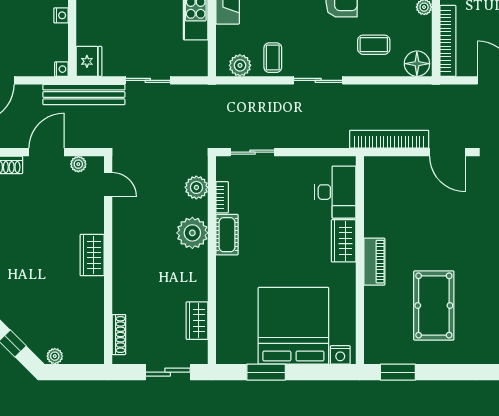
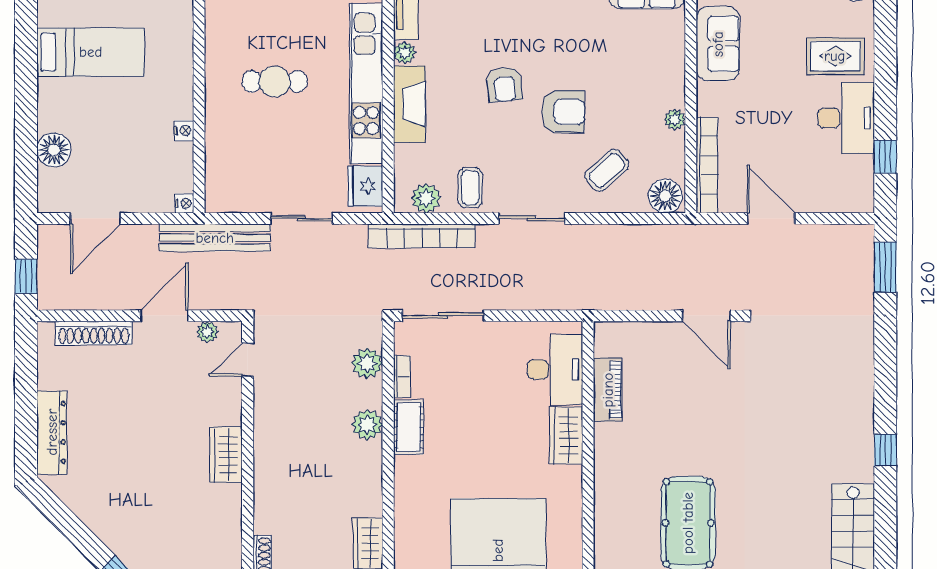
coffee table: (374, 45) -> (607, 170), turned -42
fridge: (89, 61) -> (365, 186), moved, turned 180
bookcase: (389, 139) -> (422, 236), moved, turned 180
sliding door: (253, 152) -> (443, 316), width x1.37
door: (108, 185) -> (248, 360), swing flipped
plant: (192, 233) -> (367, 425), width x0.73, depth x0.73
piano: (374, 262) -> (608, 390), moved

